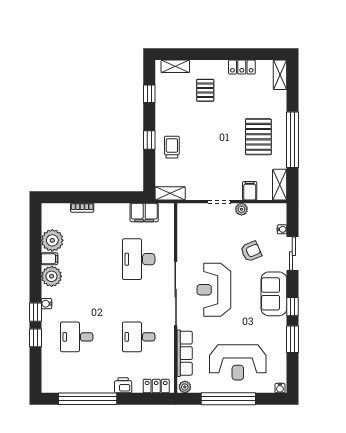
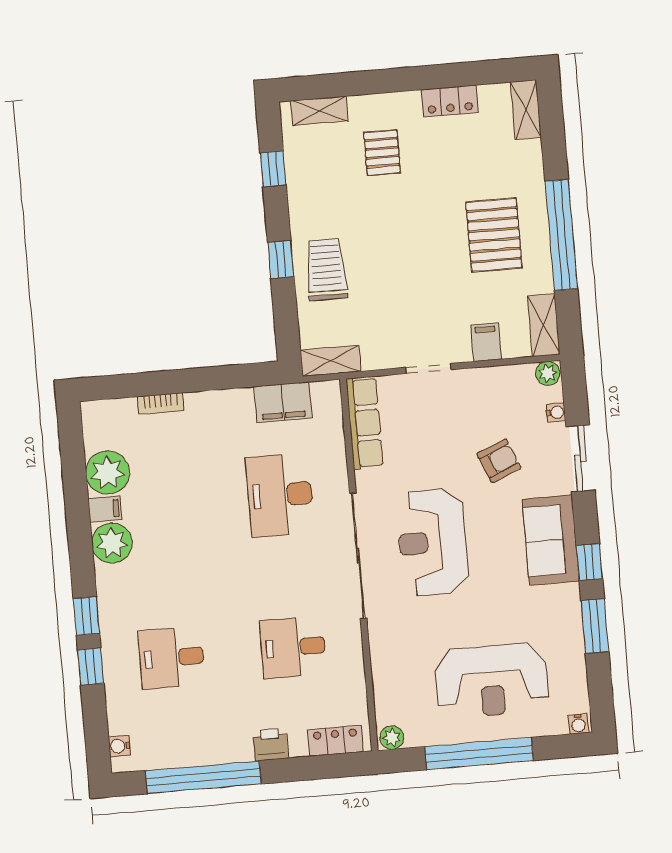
trolley: (172, 147) -> (326, 270), width x1.36, depth x1.39
plant: (241, 209) -> (548, 373), moved
water cooler: (46, 304) -> (119, 746), moved
row of seats: (185, 353) -> (364, 423), moved

